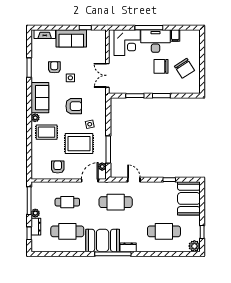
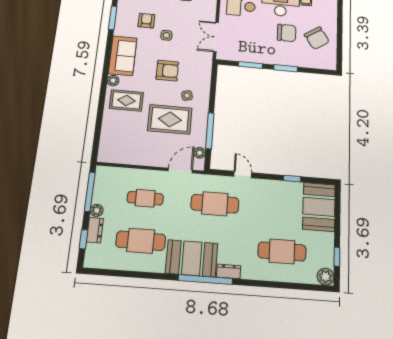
chair: (161, 66) -> (287, 33), turned 180
armchair: (58, 167) -> (137, 148), removed

